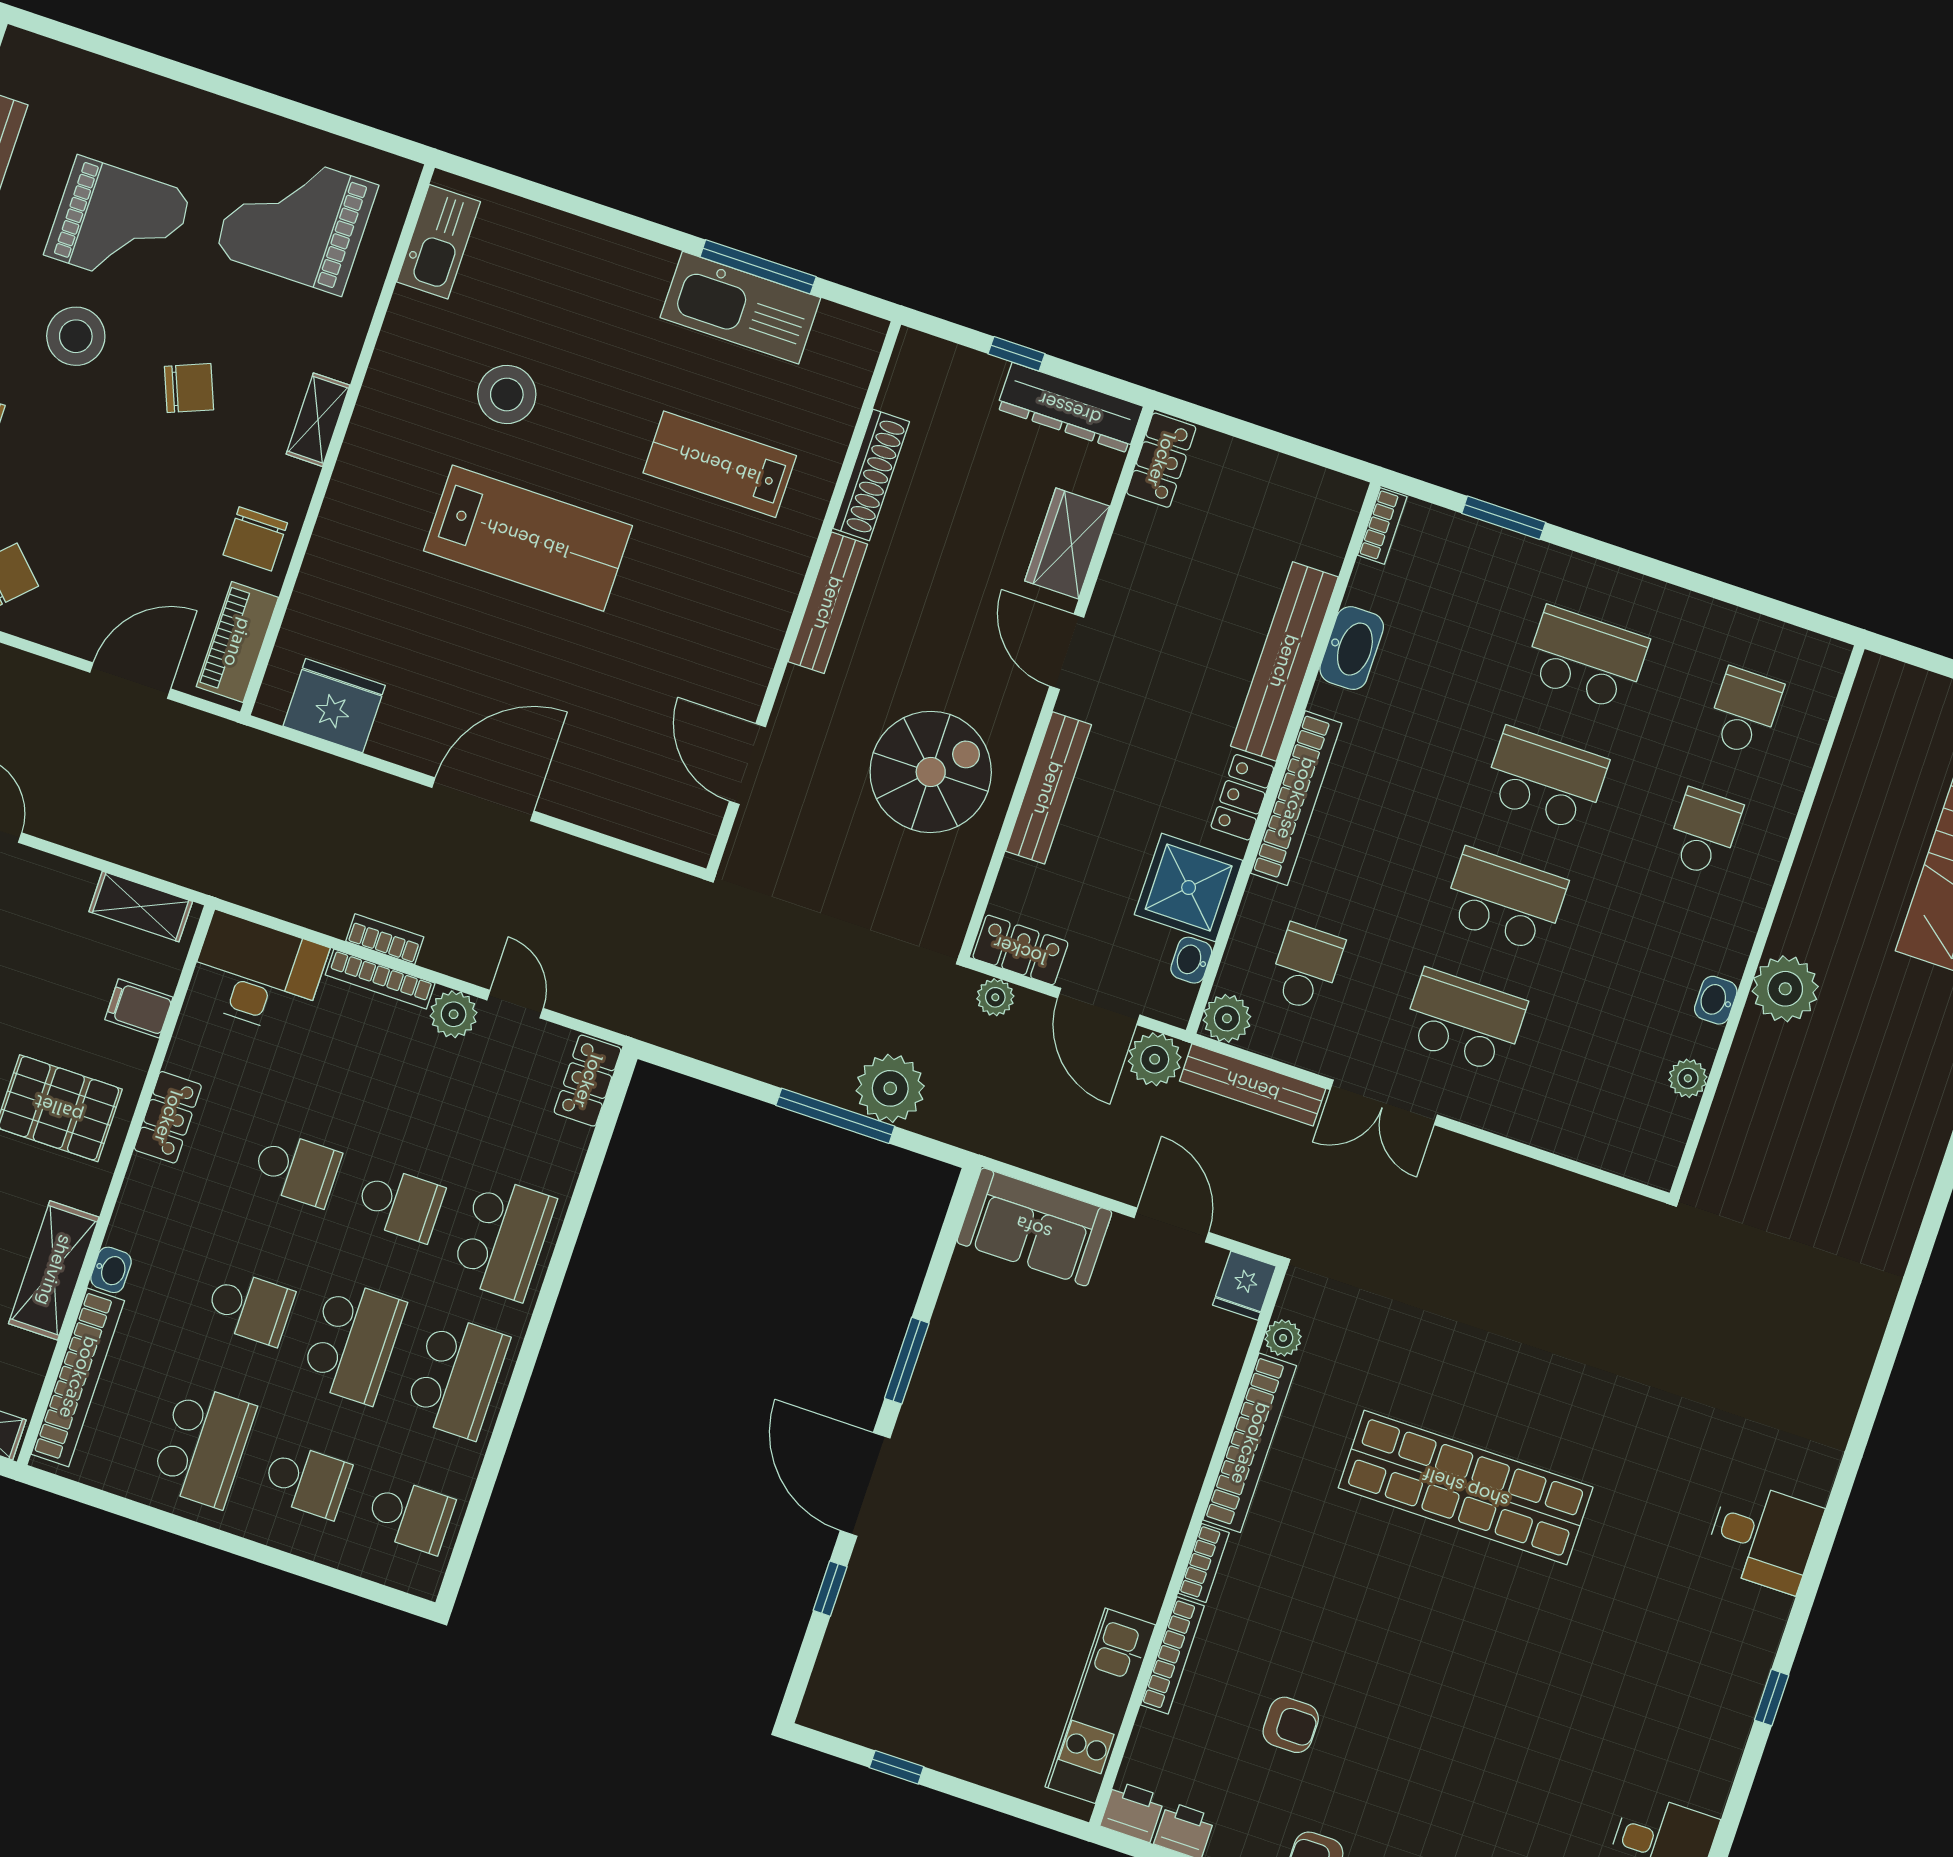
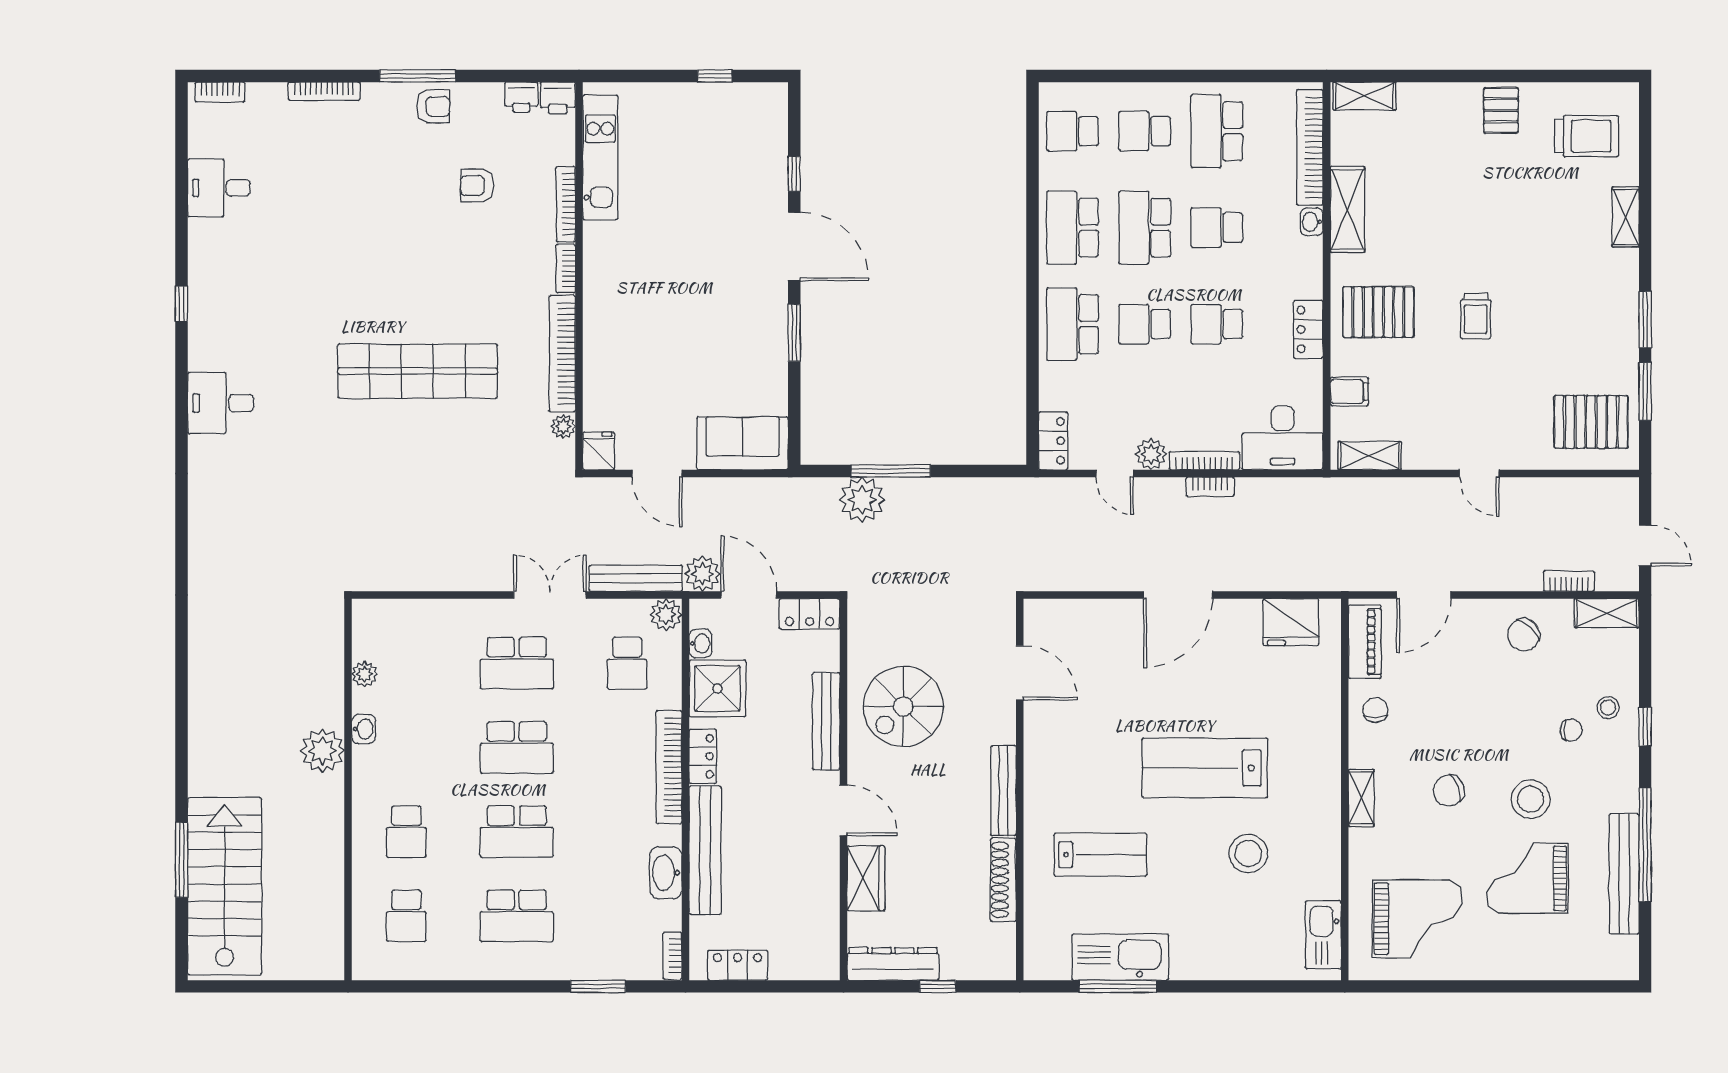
locker: (1161, 460) -> (738, 965), moved, turned 90
chair: (255, 539) -> (1375, 710), width x0.73, depth x0.73
plant: (995, 997) -> (815, 579), removed

